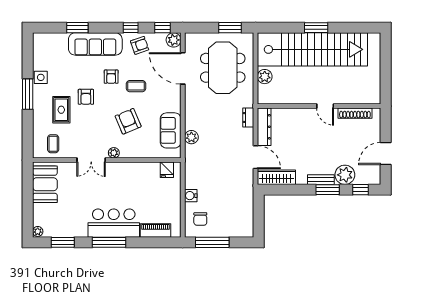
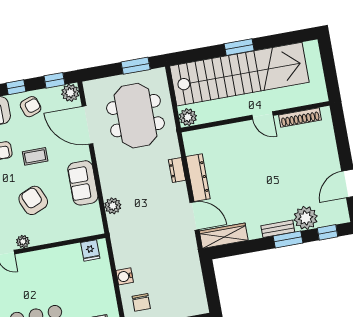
wall: (319, 106) -> (255, 117), moved
door: (325, 106) -> (262, 115), moved
shoe rack: (355, 113) -> (300, 117), moved
sofa: (171, 130) -> (83, 183), moved

